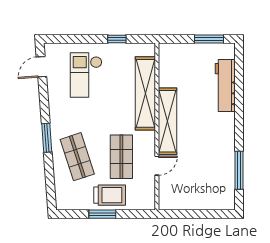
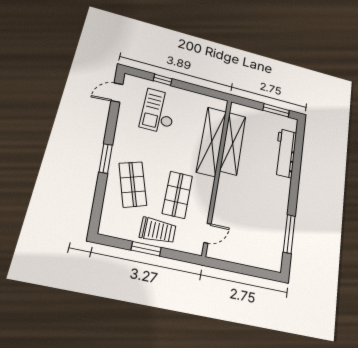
window: (117, 39) -> (163, 80), moved
shelving: (168, 121) -> (233, 143), moved
door: (157, 166) -> (207, 233), moved

